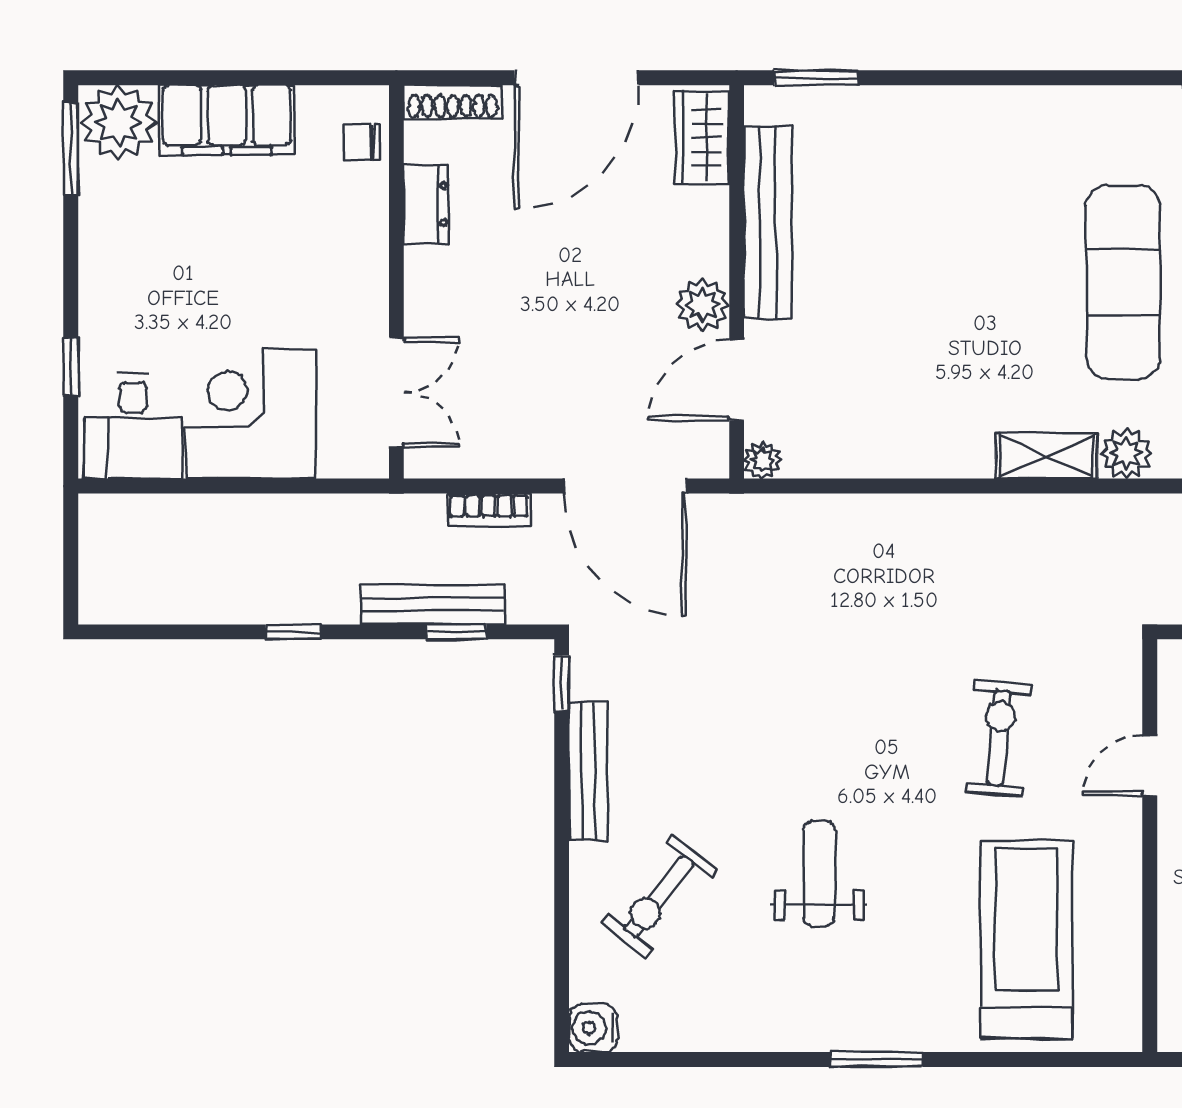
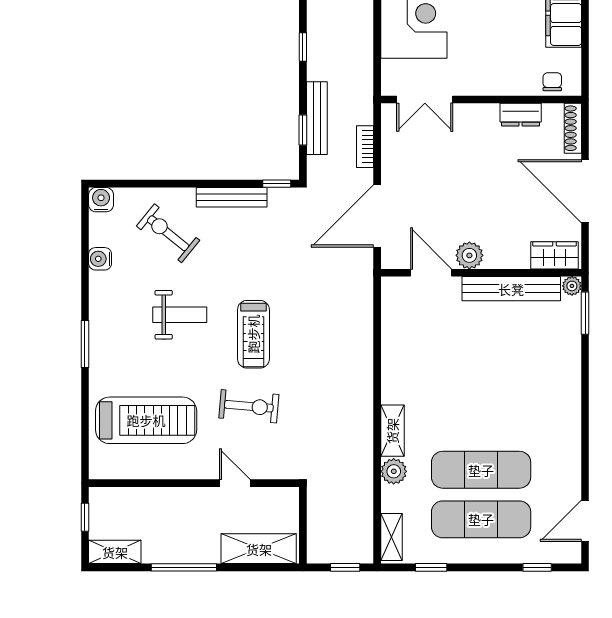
plant: (762, 460) -> (572, 286), moved
treadmill: (857, 729) -> (253, 334), added
water cooler: (709, 1030) -> (100, 259), added

